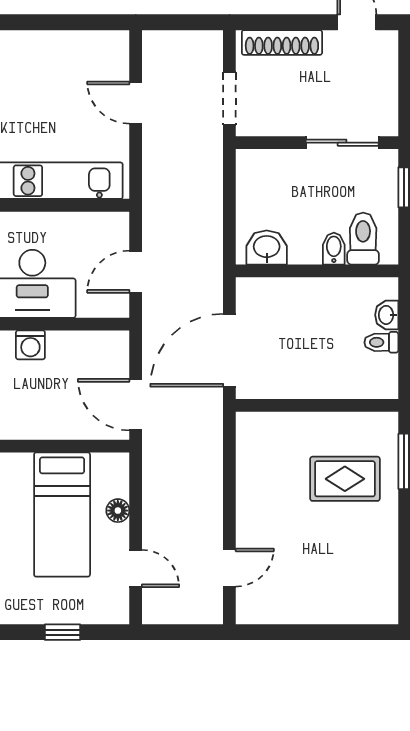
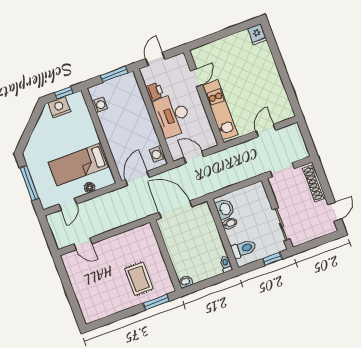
bidet: (334, 249) -> (230, 224), moved
washbasin: (387, 315) -> (185, 282), moved
toilet: (381, 342) -> (226, 264), moved
washing machine: (30, 345) -> (157, 154), moved
window: (63, 632) -> (29, 183), width x2.17

